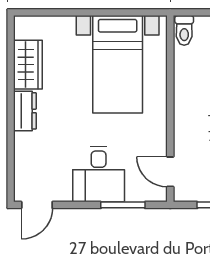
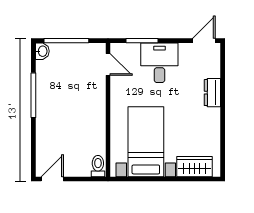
wardrobe: (28, 65) -> (195, 167), moved, turned 90
dresser: (25, 111) -> (212, 93), moved

